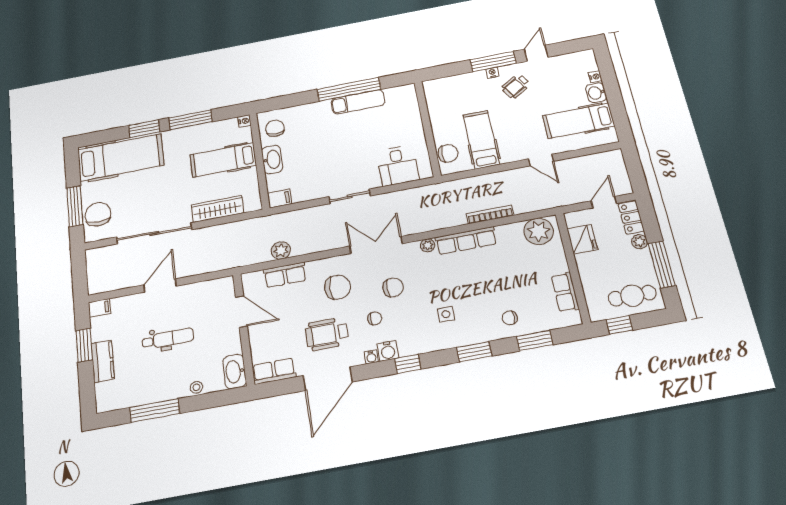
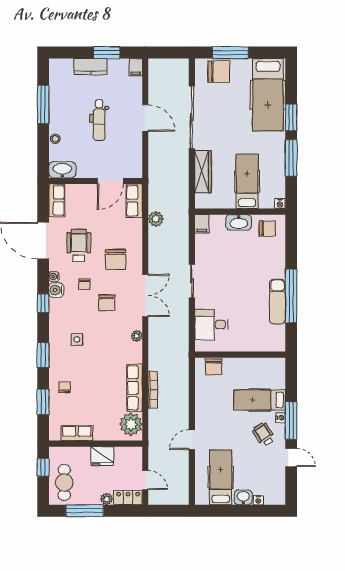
hospital bed: (481, 139) -> (260, 400), moved, turned 180
fridge: (582, 239) -> (102, 456), moved
row of seats: (466, 241) -> (135, 388), moved
row of seats: (285, 275) -> (134, 201), moved

